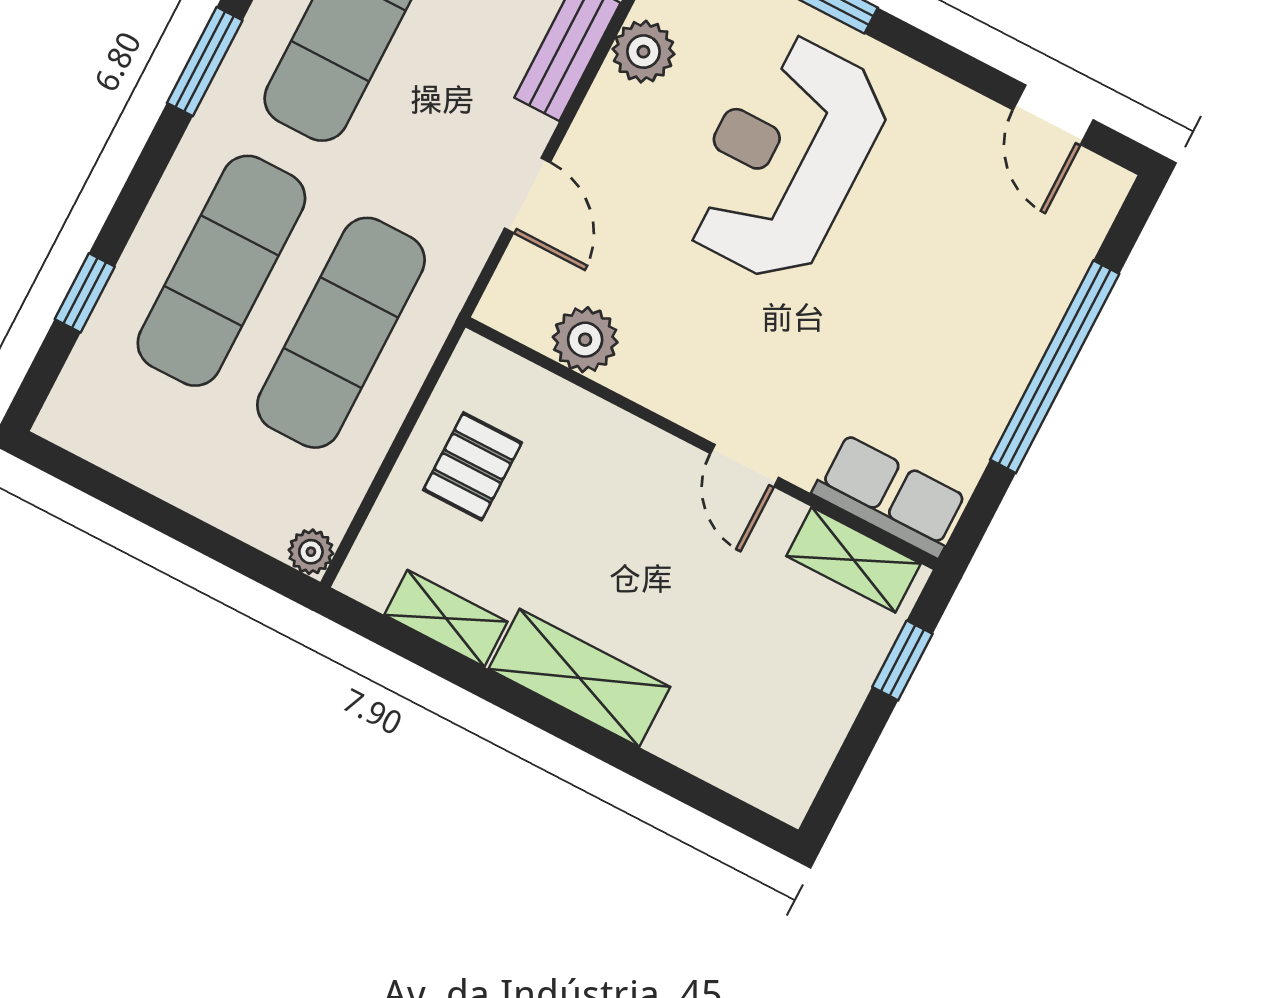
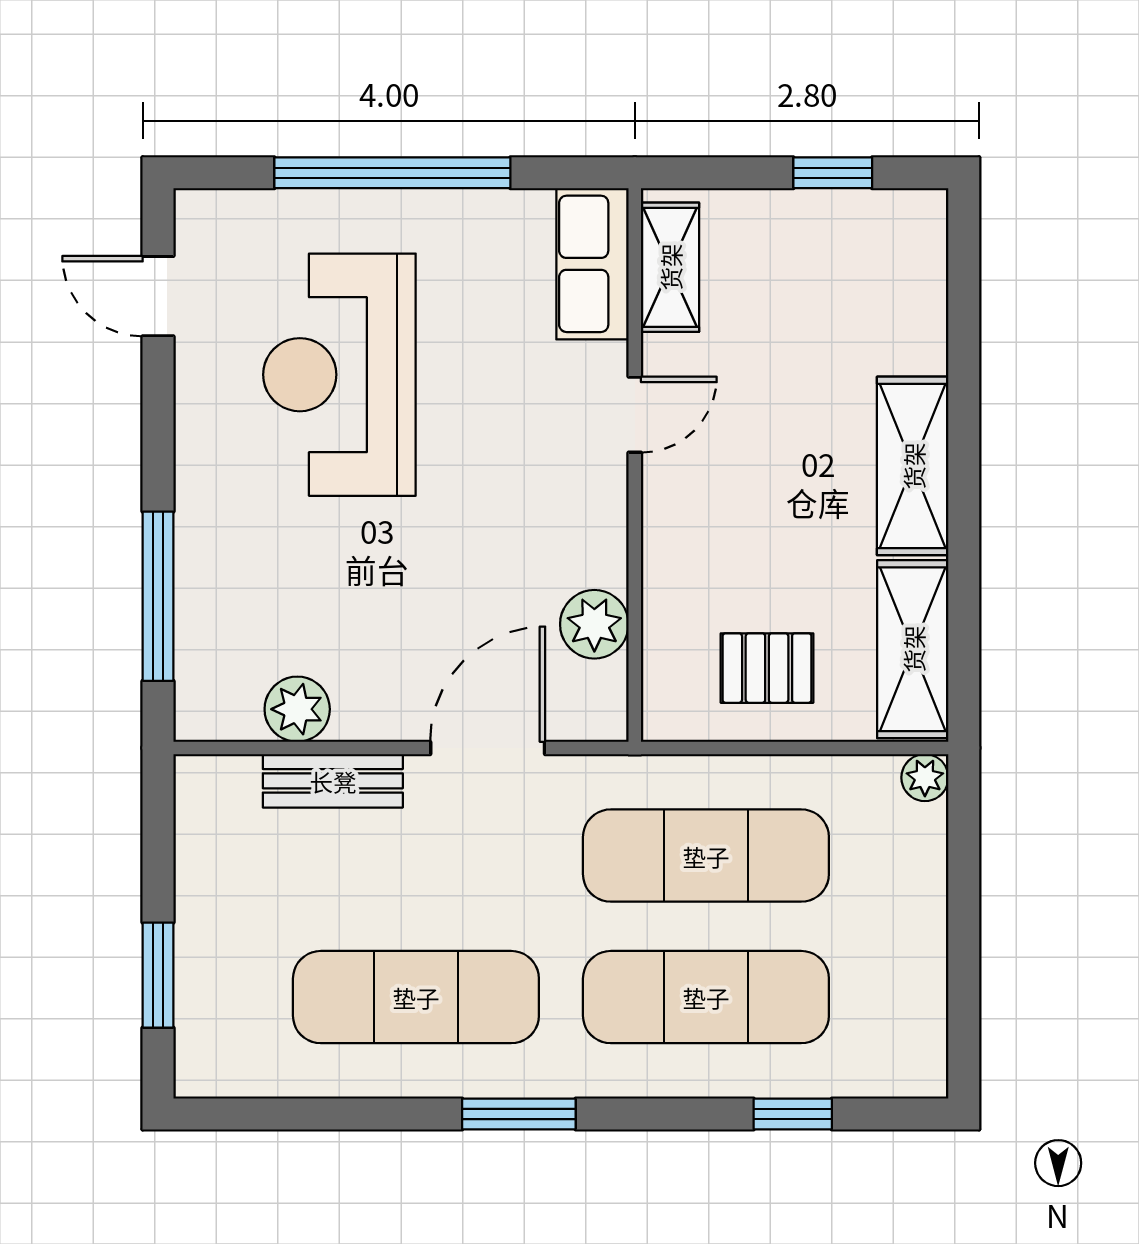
door: (1053, 115) -> (158, 296), swing flipped
reception desk: (784, 158) -> (339, 375), moved, turned 90
door: (527, 195) -> (488, 748), width x1.38
shelving: (446, 618) -> (913, 649), width x1.50, depth x1.33
window: (902, 660) -> (833, 173), moved

